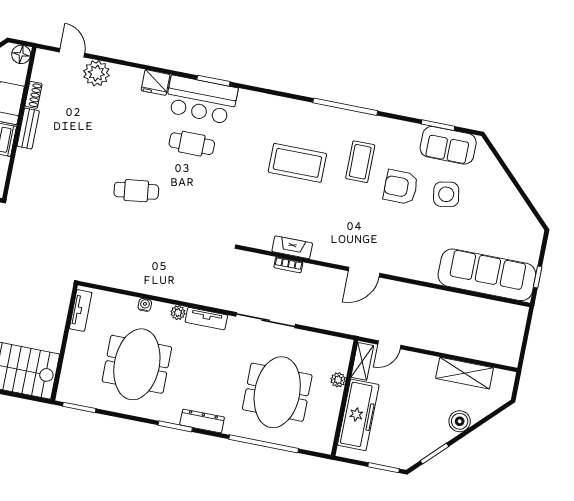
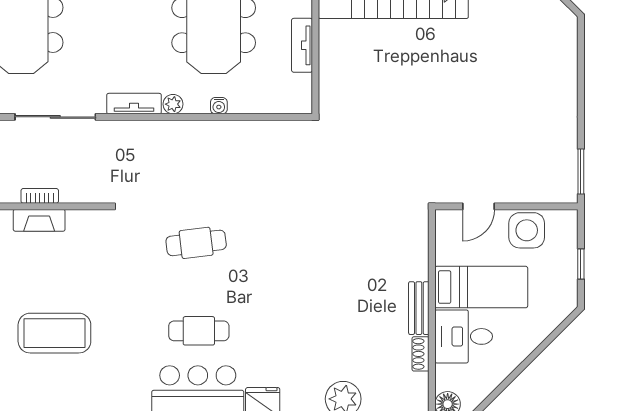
cafe table: (136, 191) -> (196, 243), moved
tv unit: (81, 311) -> (302, 45), moved

